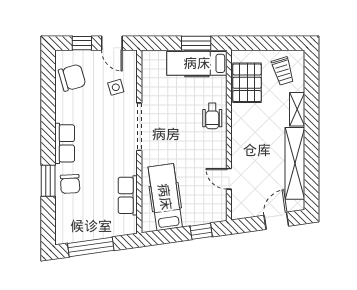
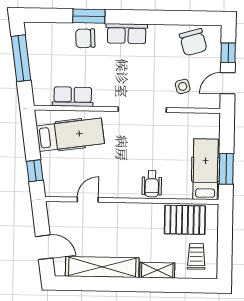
trolley: (283, 71) -> (196, 256), turned 107
wheelchair: (212, 116) -> (152, 184), turned -90

